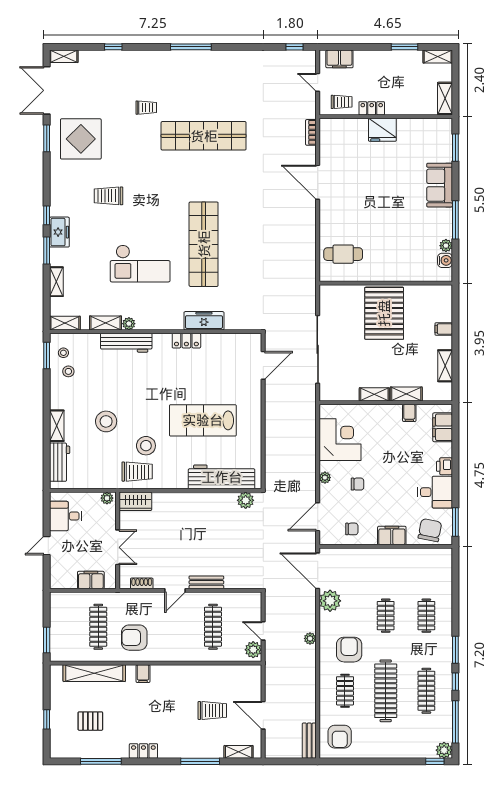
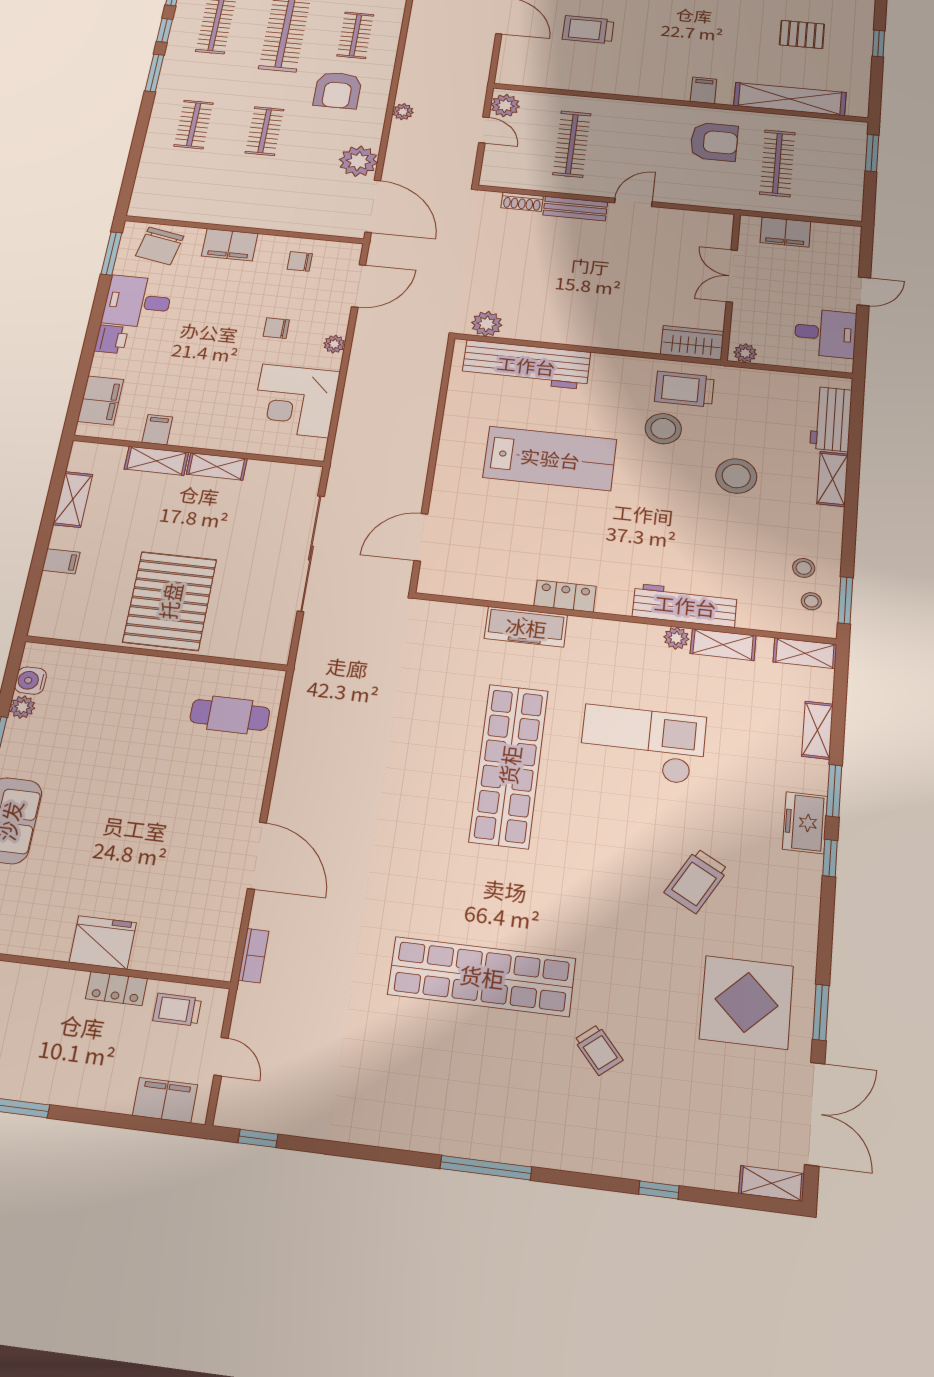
trolley: (146, 108) -> (598, 1050), turned -130
trolley: (109, 196) -> (696, 881), turned 119
shoe rack: (142, 583) -> (522, 202), moved

